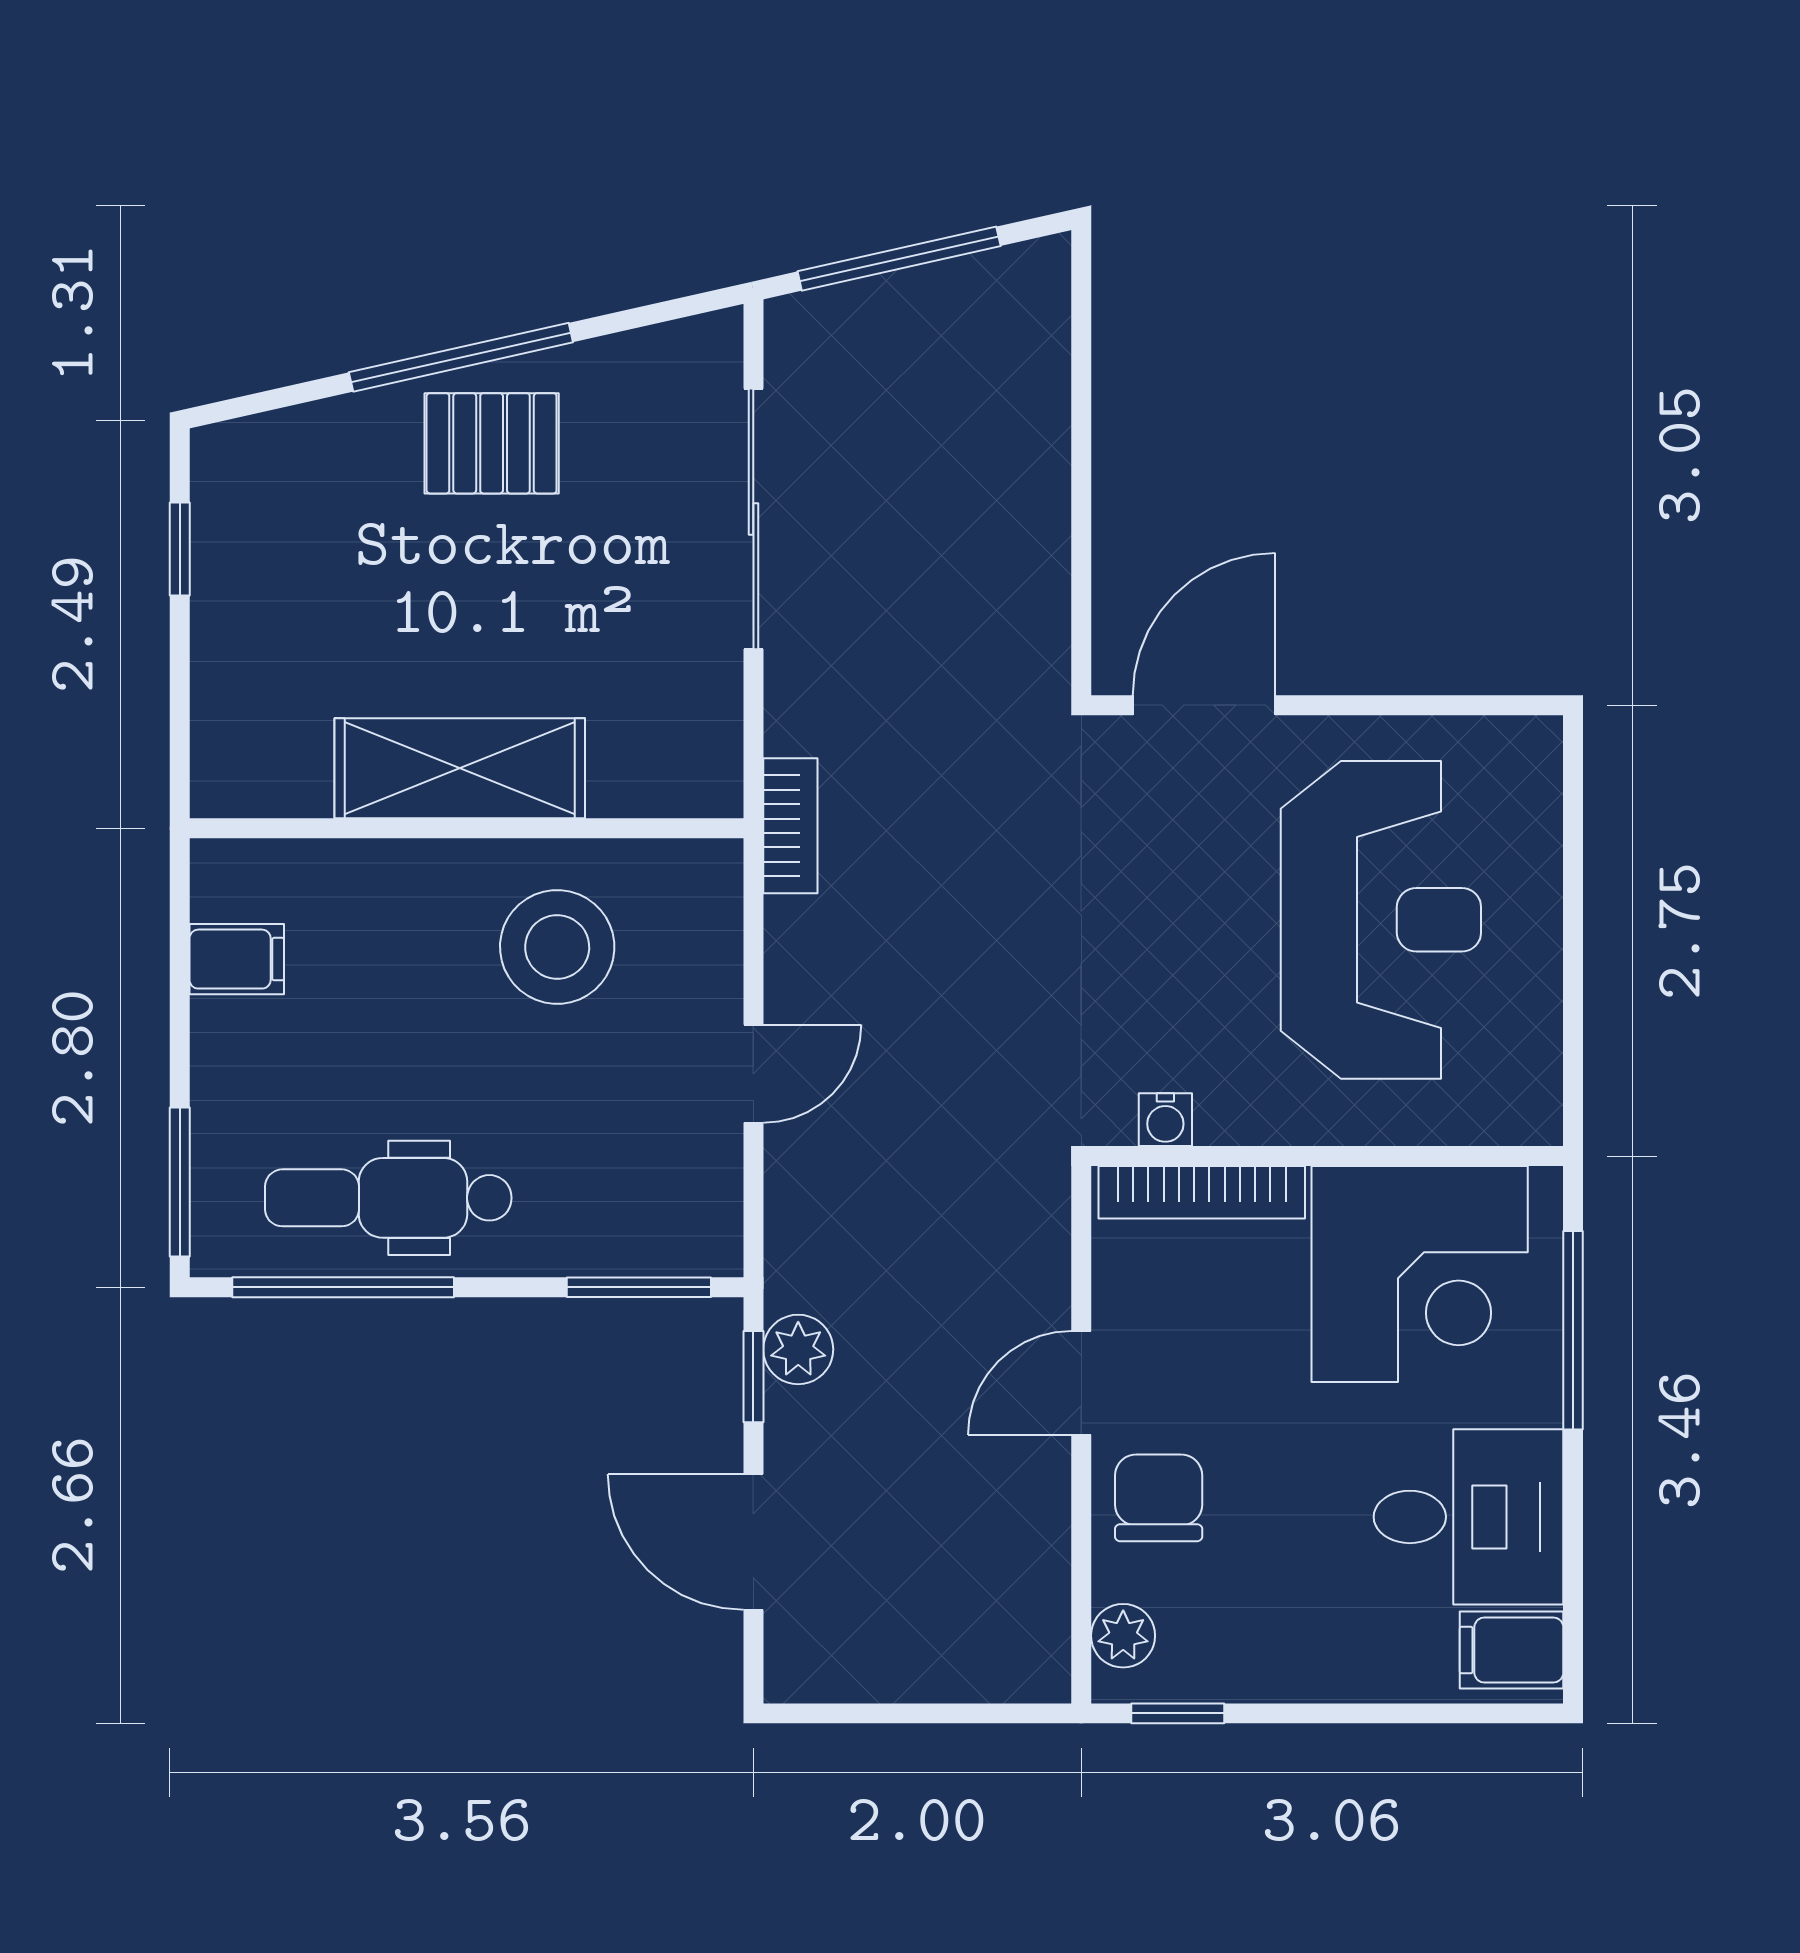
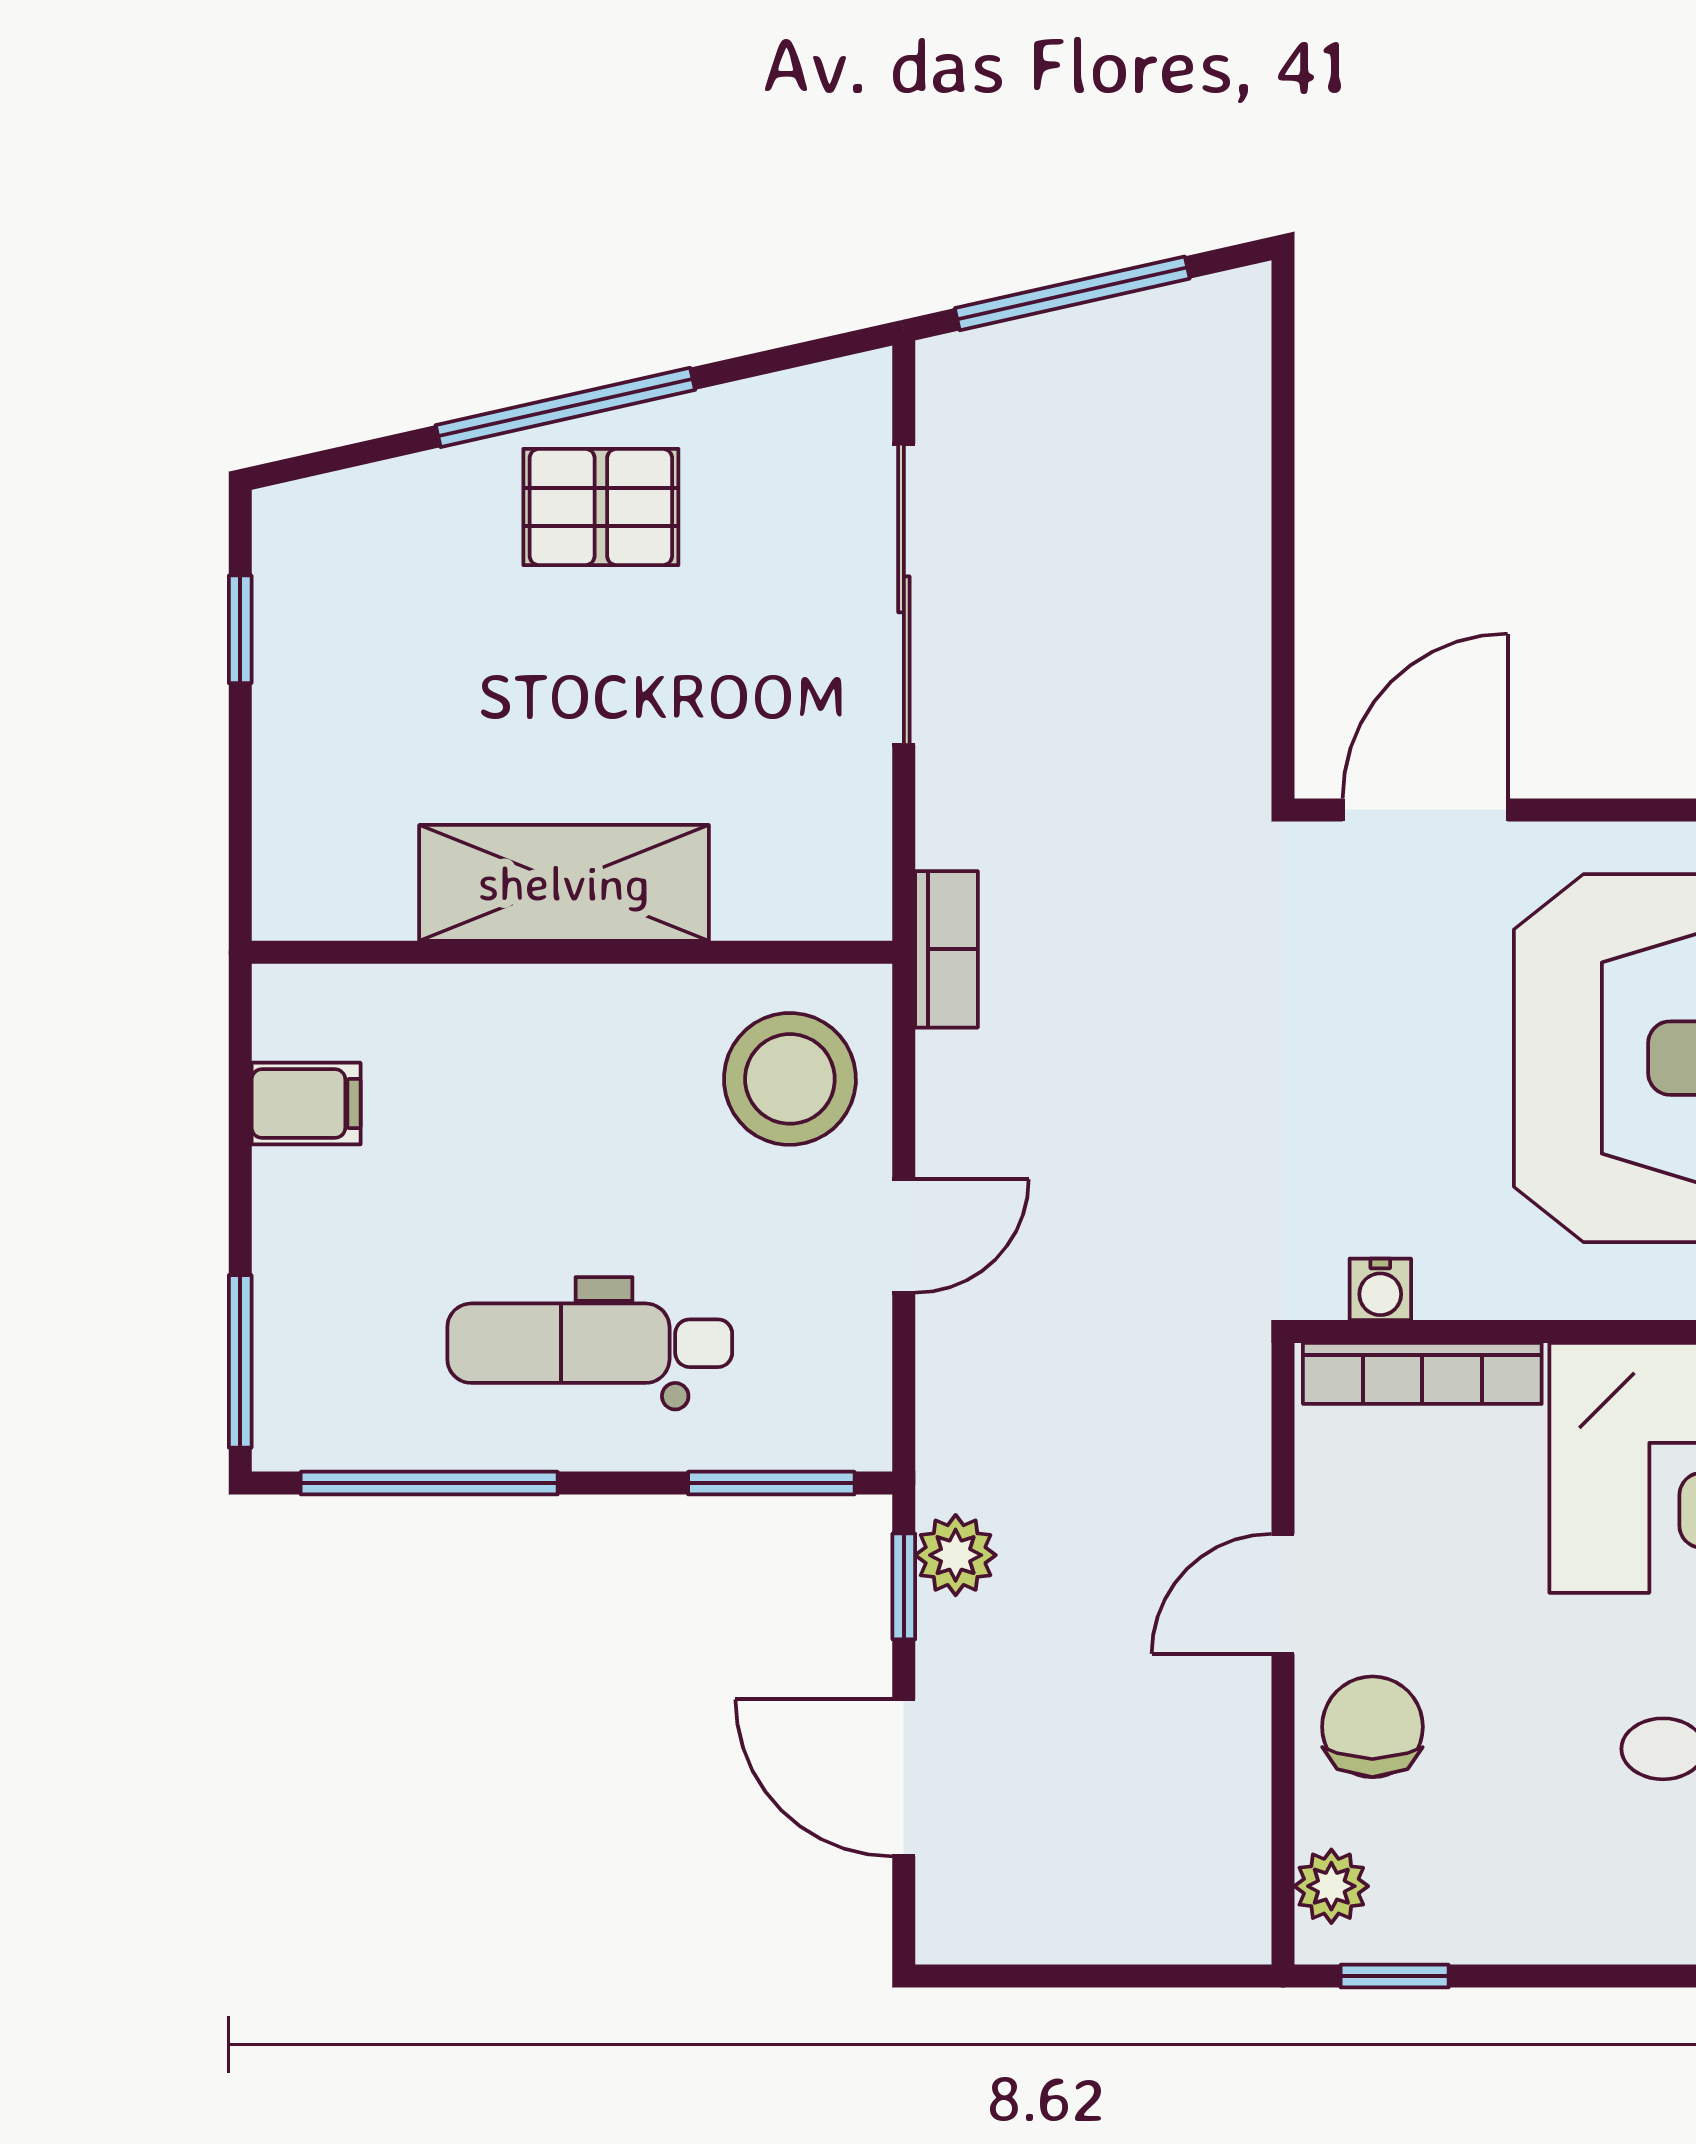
stool: (557, 947) -> (790, 1079), moved
dental chair: (388, 1198) -> (590, 1343), moved

